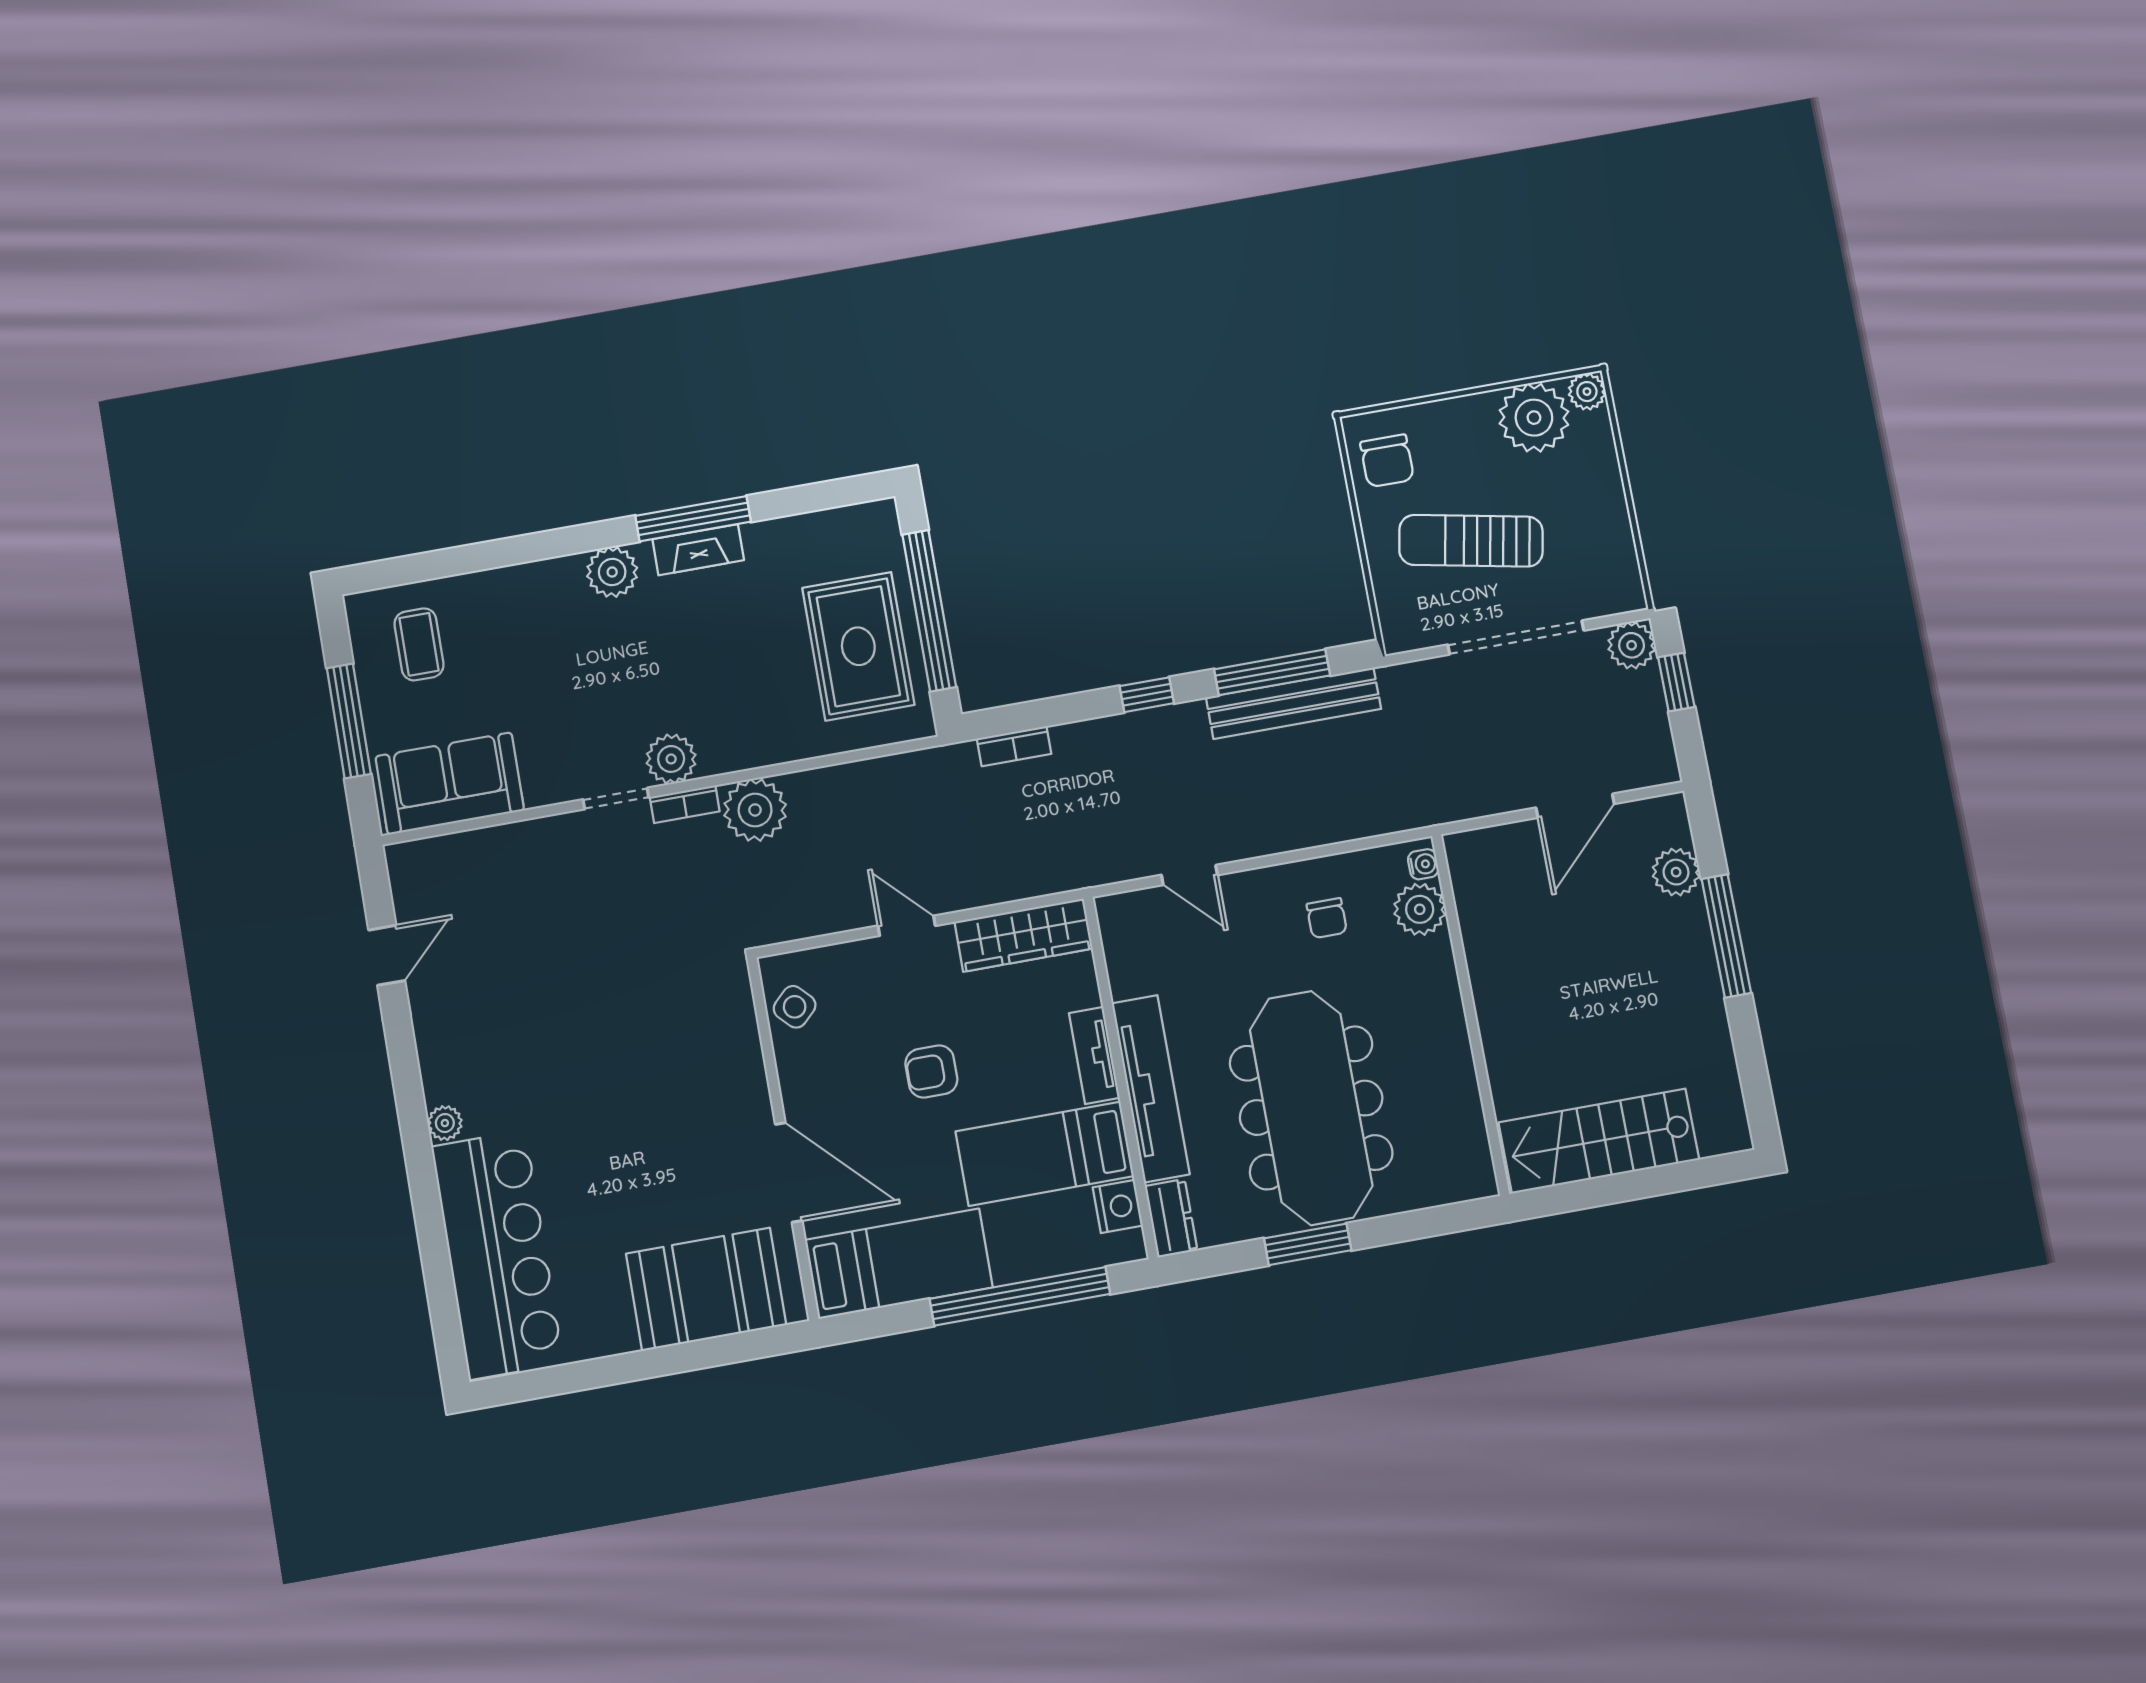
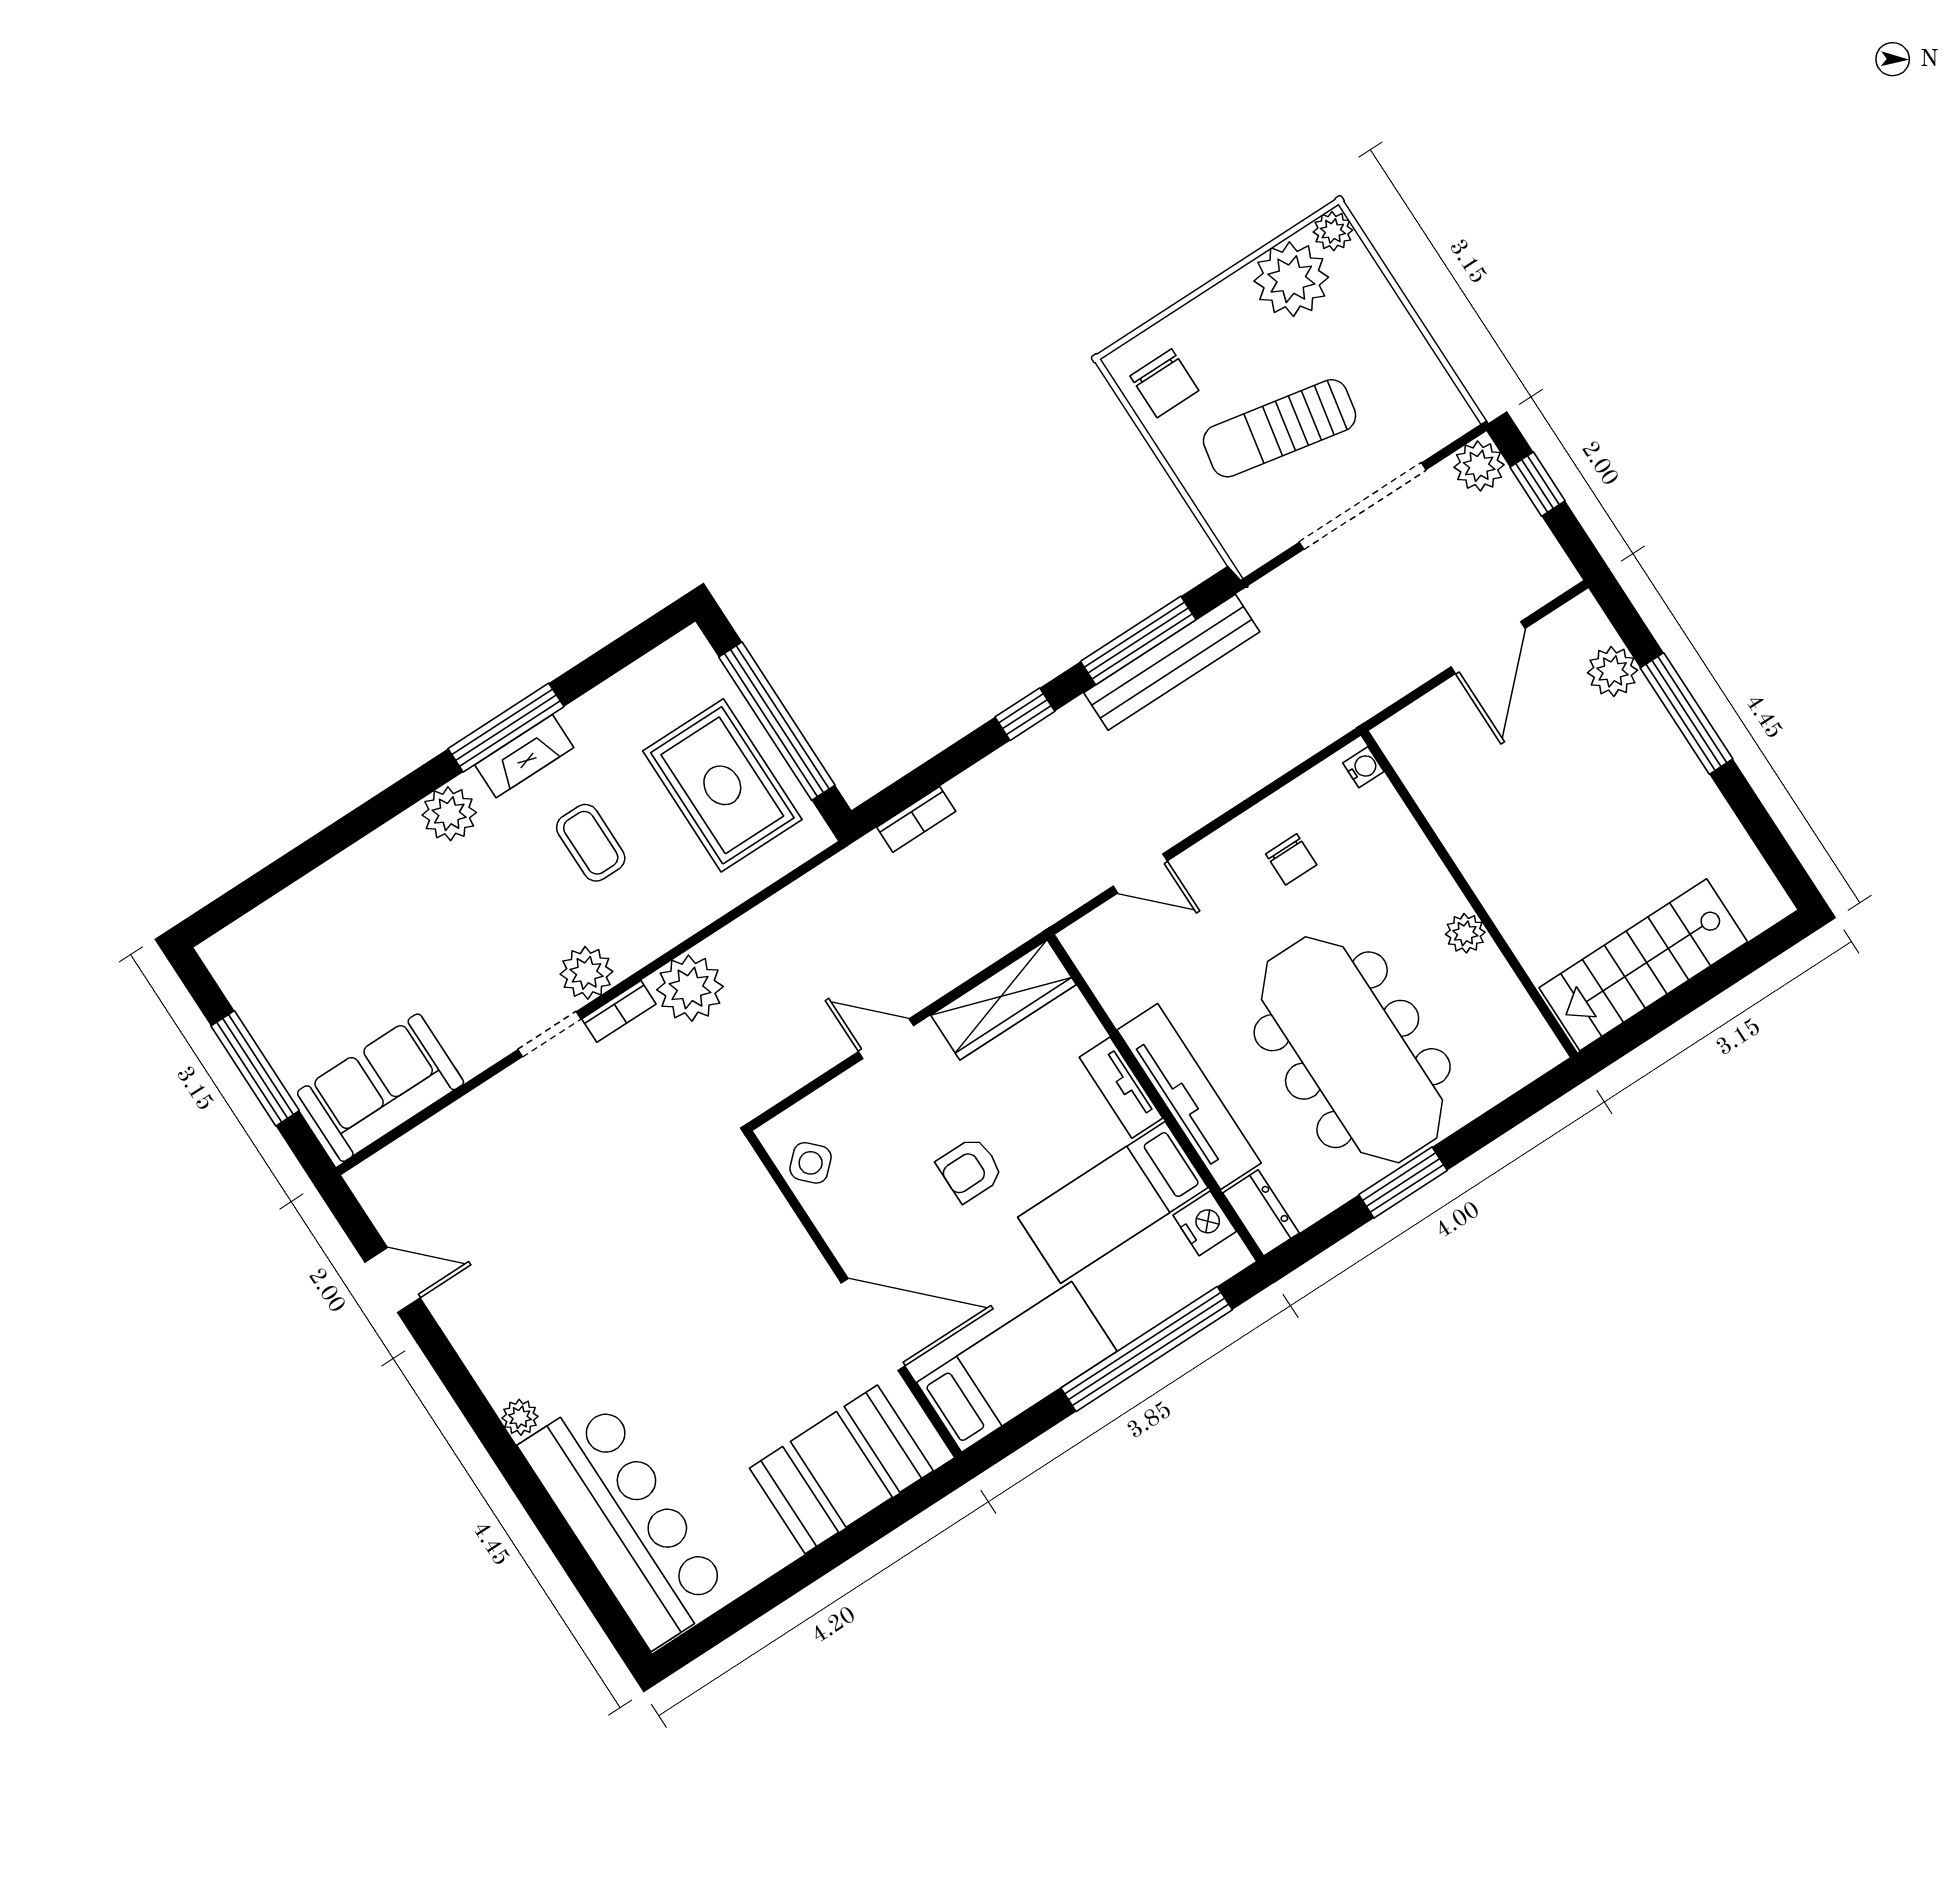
coffee table: (419, 644) -> (591, 843), moved
plant: (1420, 909) -> (1465, 933), moved, width x0.73, depth x0.73
door: (387, 955) -> (393, 1280), hinge flipped

